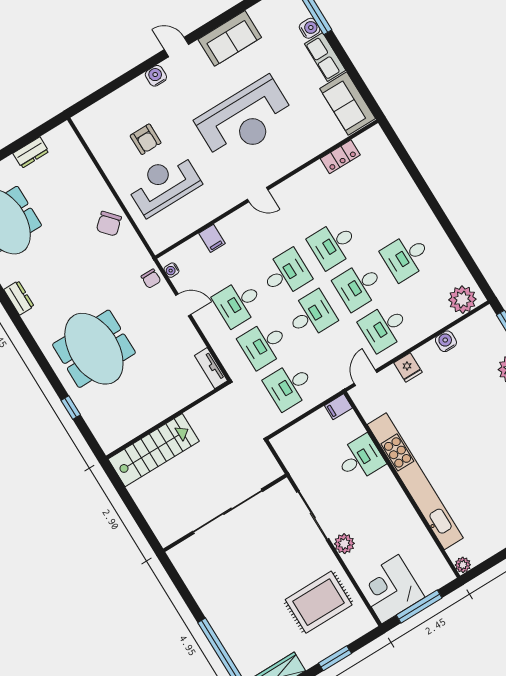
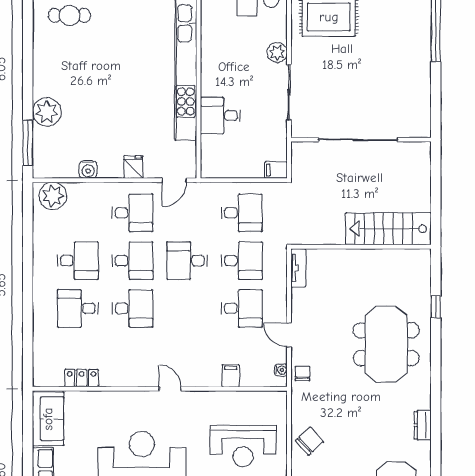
desk: (286, 274) -> (78, 308), moved
filing cabinet: (338, 407) -> (276, 170), moved, turned 180

